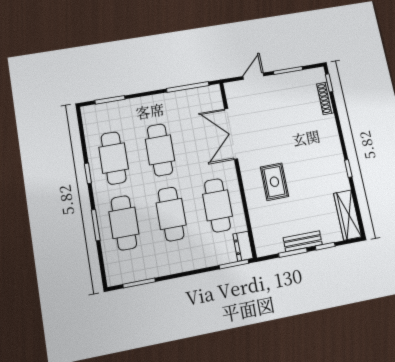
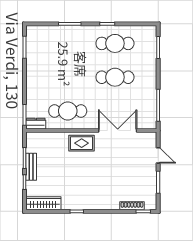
rug: (274, 182) -> (82, 143), moved
cafe table: (171, 214) -> (68, 77), removed
cafe table: (124, 223) -> (68, 43), removed

